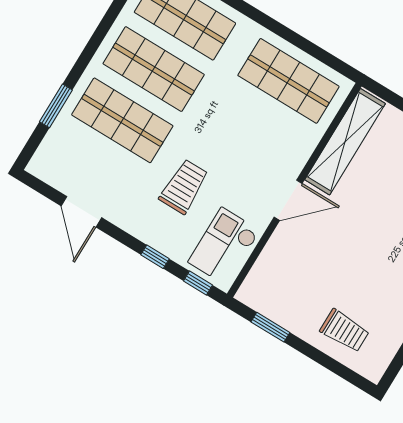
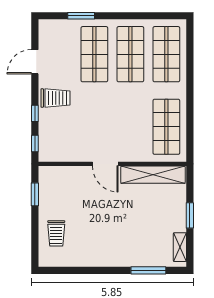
trolley: (184, 187) -> (56, 98), moved
checkout: (224, 246) -> (62, 145), removed

